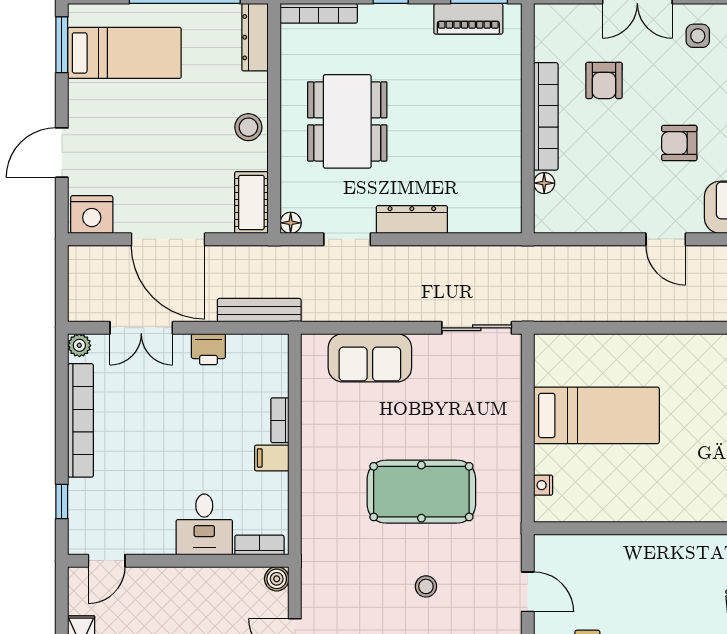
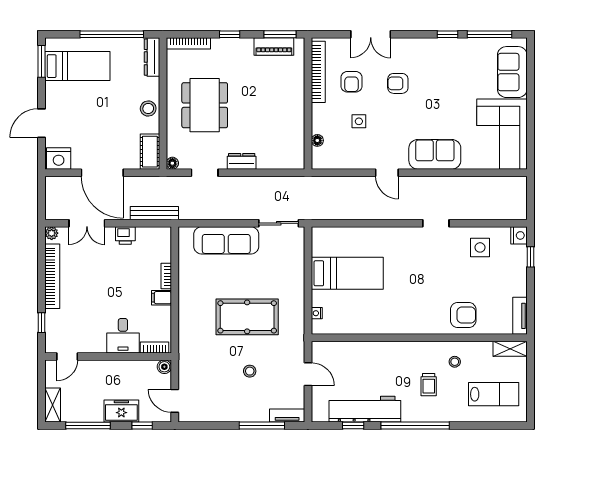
side table: (698, 36) -> (359, 121), moved
bookcase: (546, 116) -> (318, 72), moved
armchair: (679, 143) -> (398, 83), moved
dresser: (412, 220) -> (242, 161), width x0.70
sofa: (370, 358) -> (226, 240), width x1.36

